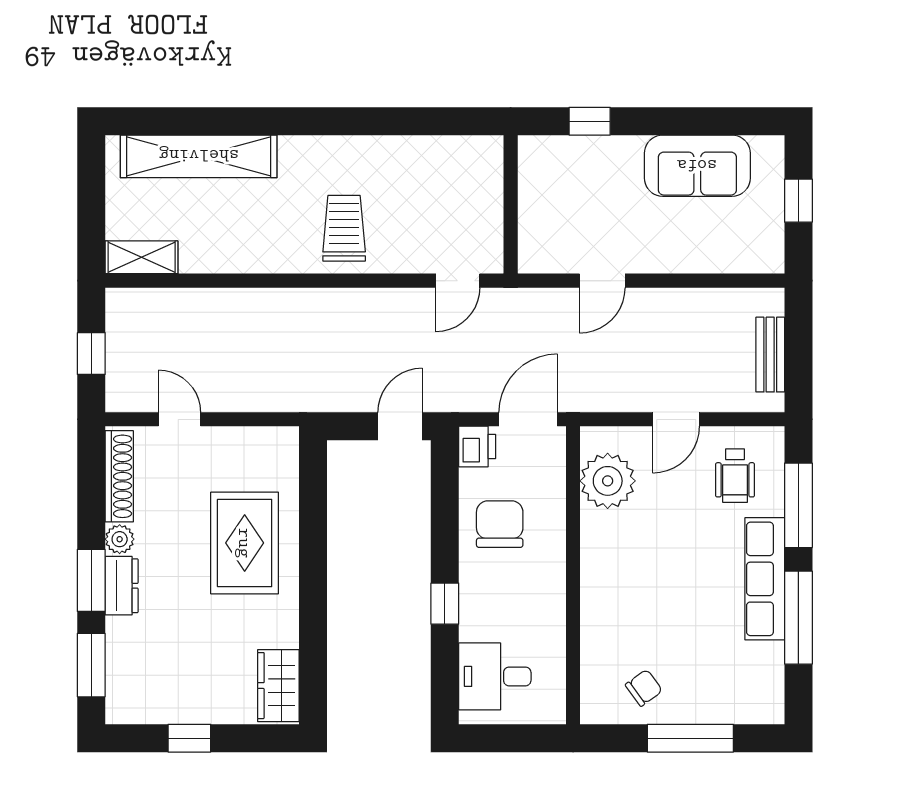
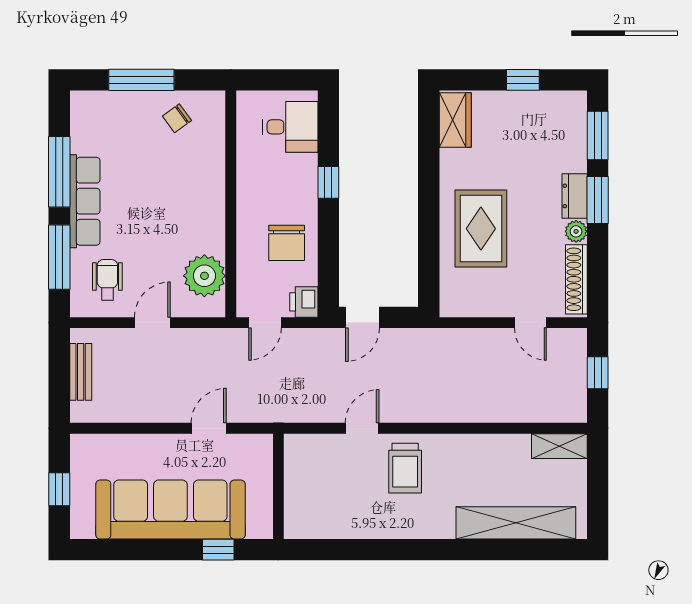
sofa: (697, 166) -> (170, 509), width x1.85, depth x1.27
door: (458, 281) -> (362, 428), moved
door: (528, 419) -> (265, 323), width x0.73

